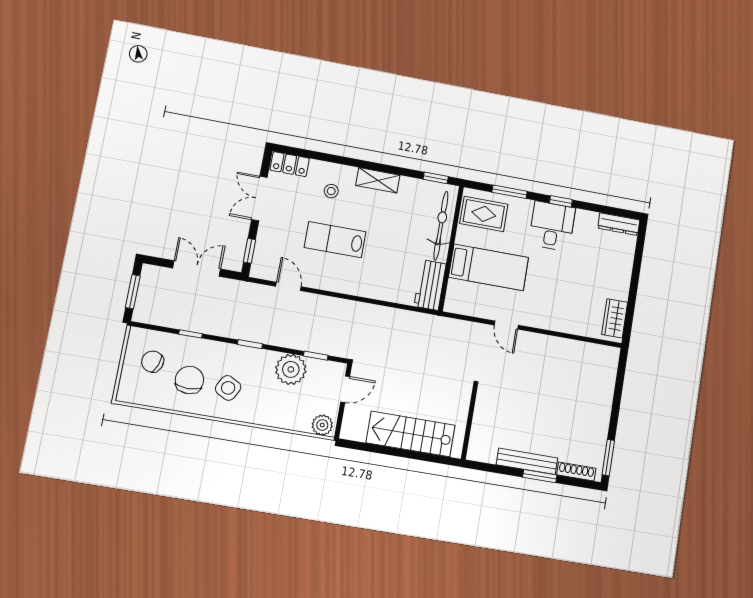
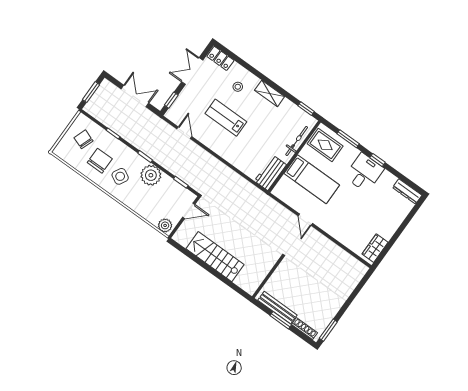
bicycle: (441, 226) -> (297, 141), width x0.73, depth x0.71
plant: (291, 369) -> (151, 175), moved
wall: (469, 422) -> (268, 277), moved

